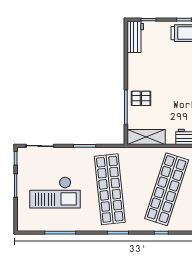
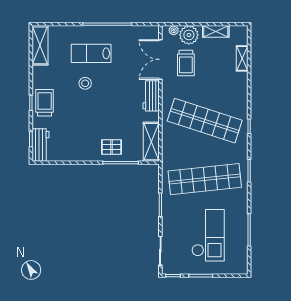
workbench: (135, 37) -> (41, 145), moved, turned 90
pallet: (141, 98) -> (112, 147), turned 90

